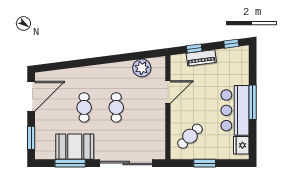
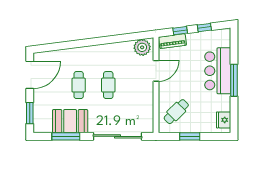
window: (231, 44) -> (204, 28), moved
piano: (201, 58) -> (172, 41), moved
plant: (142, 68) -> (142, 47), moved
bar counter: (235, 110) -> (218, 71), moved

